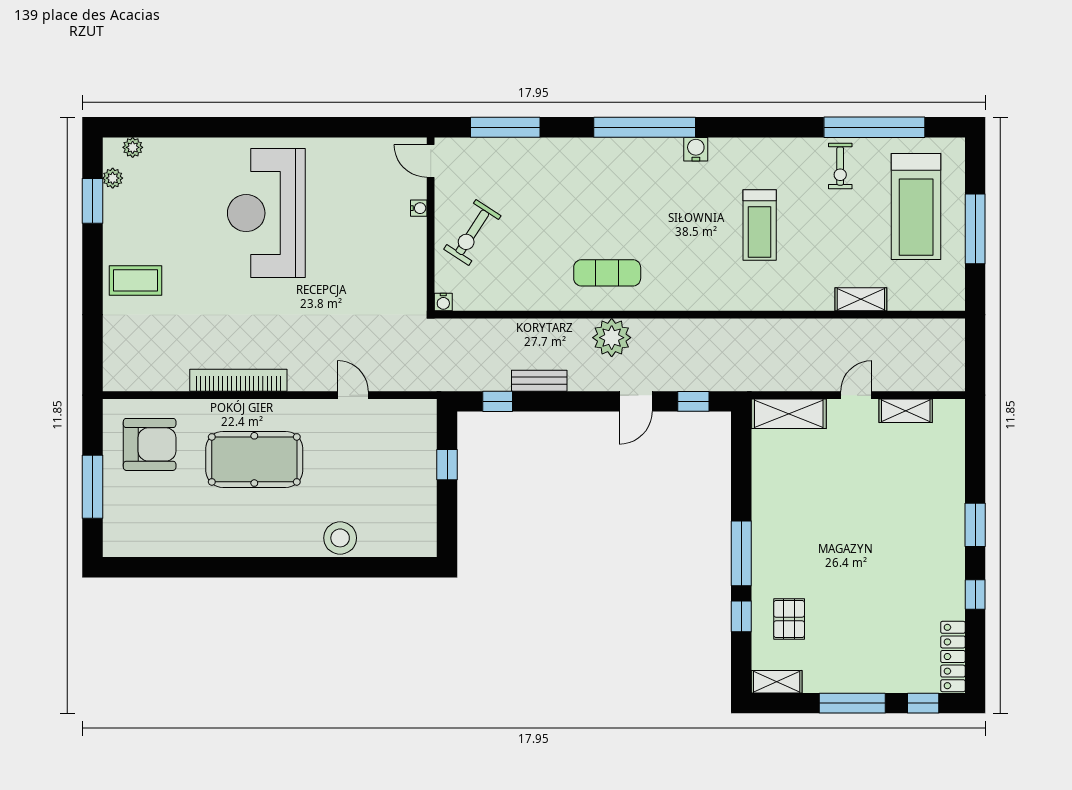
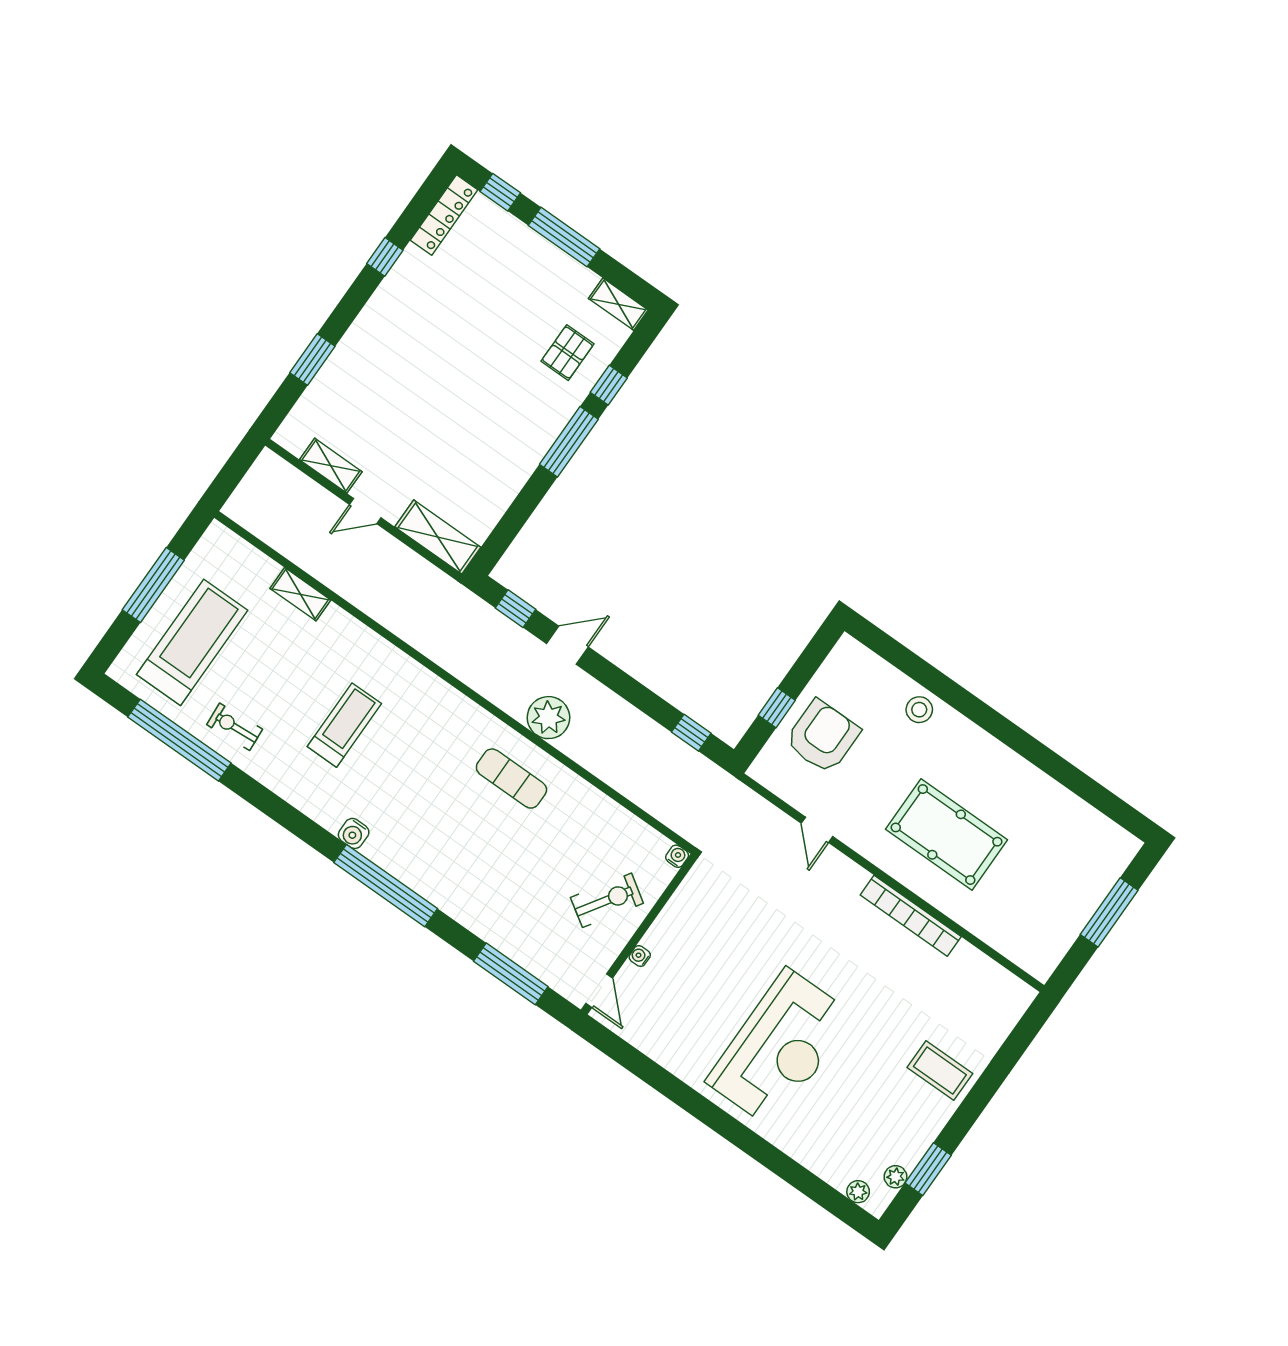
exercise bike: (840, 166) -> (235, 727), turned -94
bench: (539, 381) -> (641, 725), removed
armchair: (150, 444) -> (823, 737), moved, turned 90
window: (975, 525) -> (312, 360), moved
stool: (340, 538) -> (919, 710), width x0.73, depth x0.73

